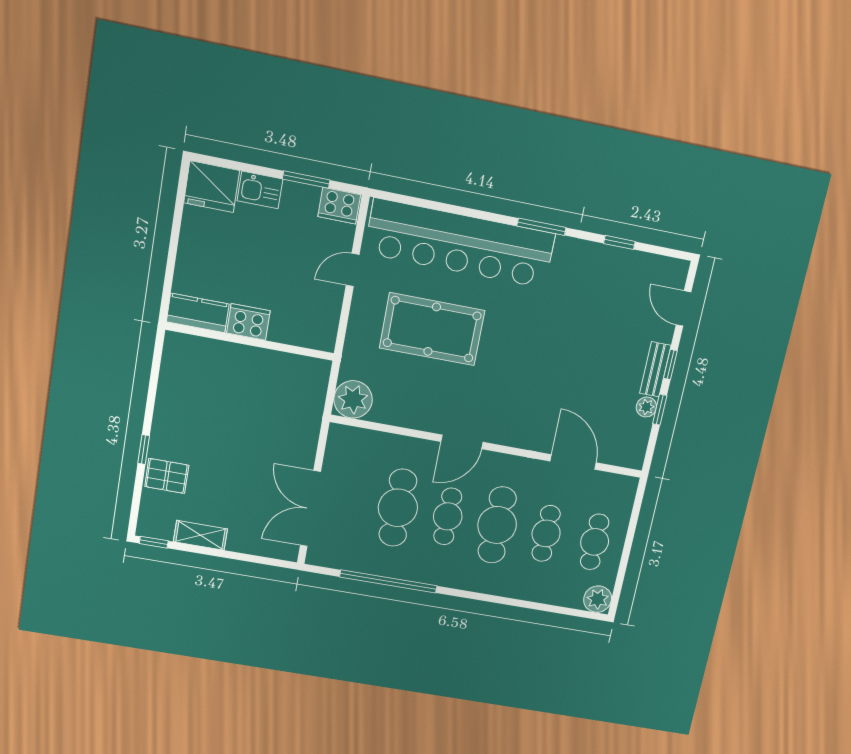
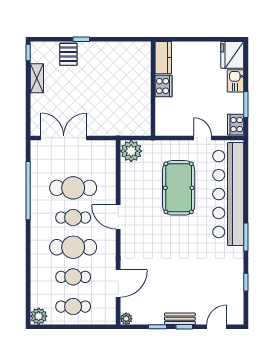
plant: (646, 407) -> (126, 319), moved

